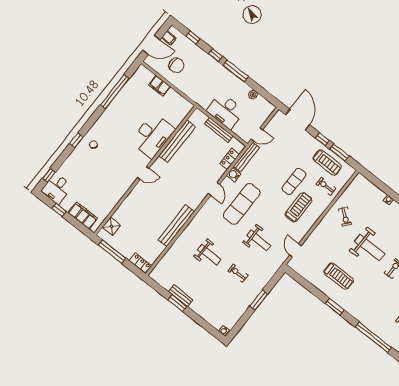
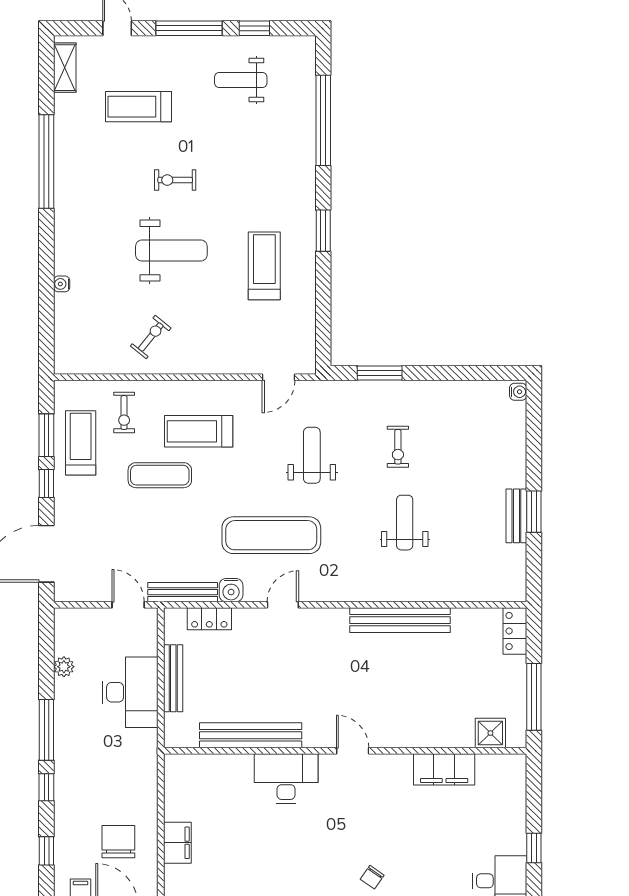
desk: (153, 136) -> (286, 779), width x0.73, depth x0.77
filing cabinet: (83, 216) -> (444, 769), moved, turned -90
weight bench: (370, 248) -> (171, 251), turned 90
window: (259, 300) -> (380, 373), moved

